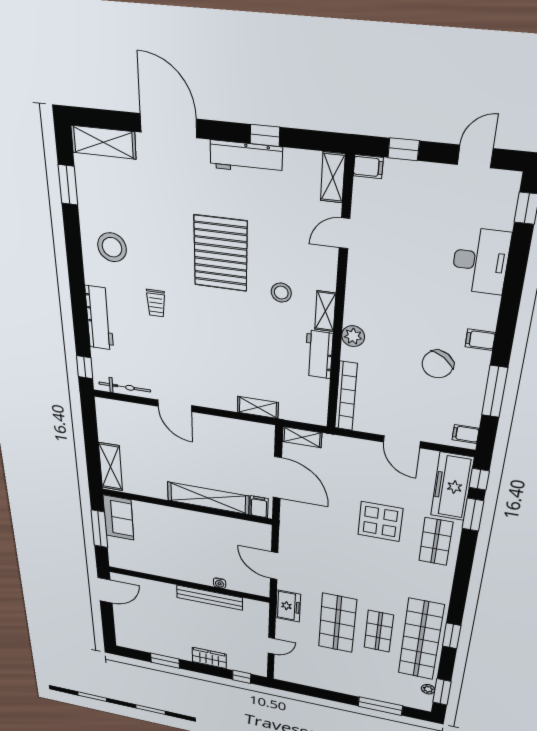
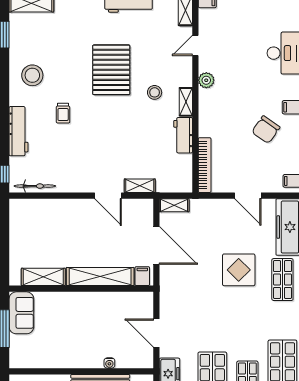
plant: (353, 336) -> (206, 80), moved
door: (175, 406) -> (108, 196), moved
shelving: (111, 467) -> (43, 277), moved, turned 90

